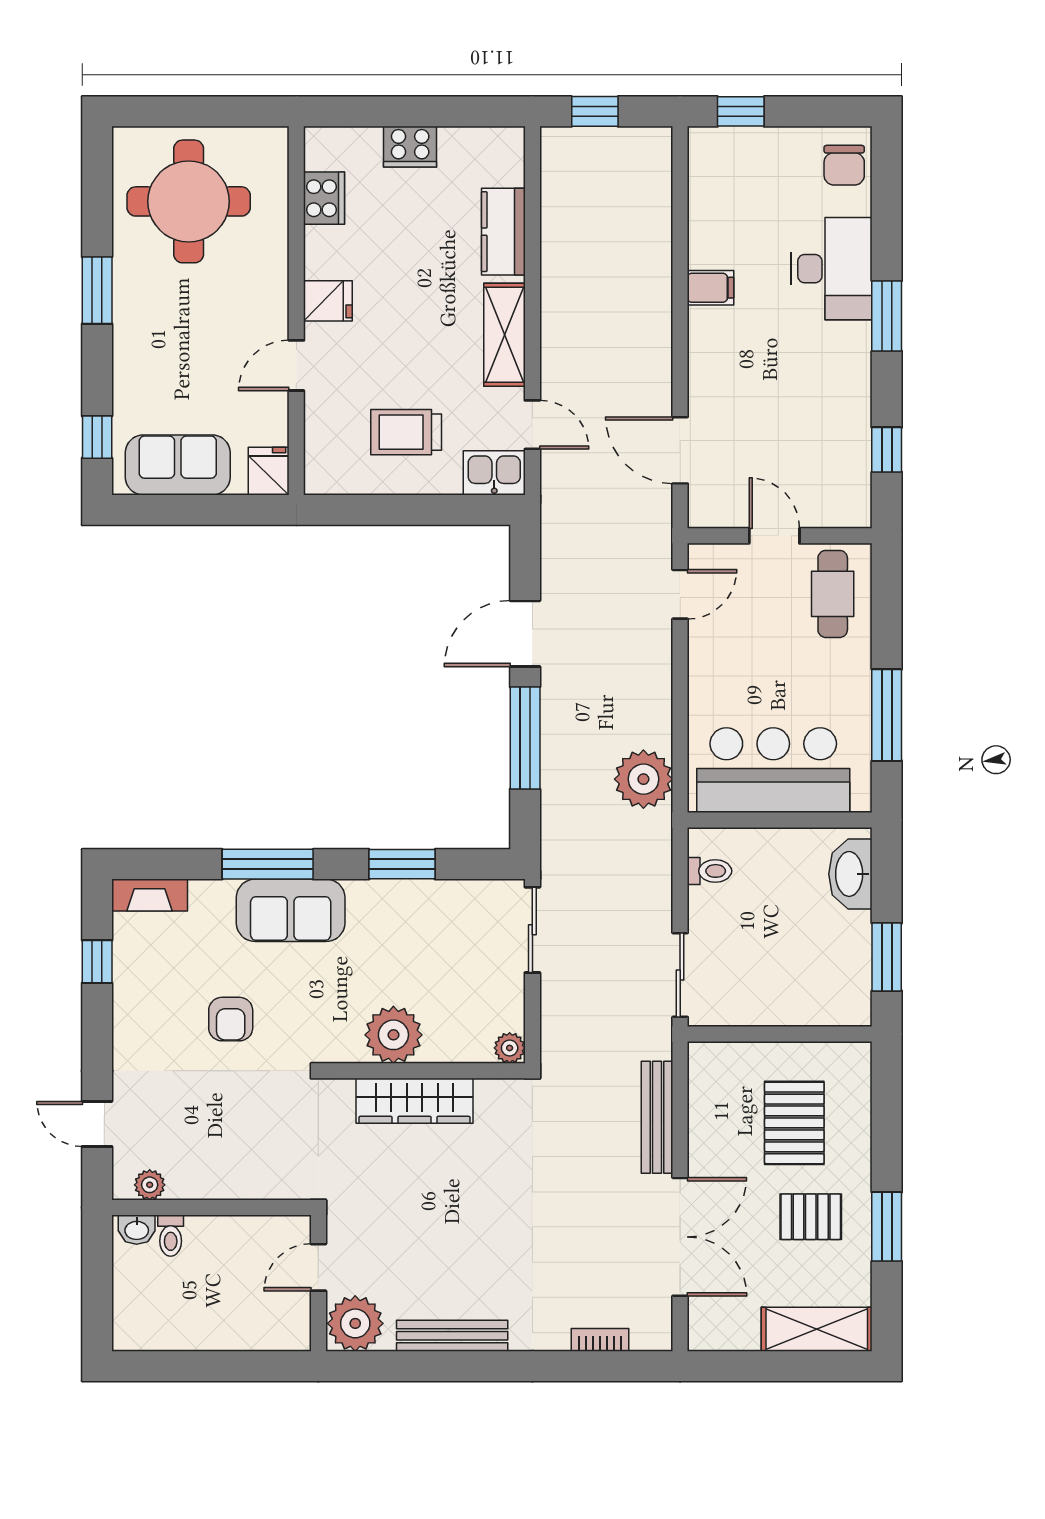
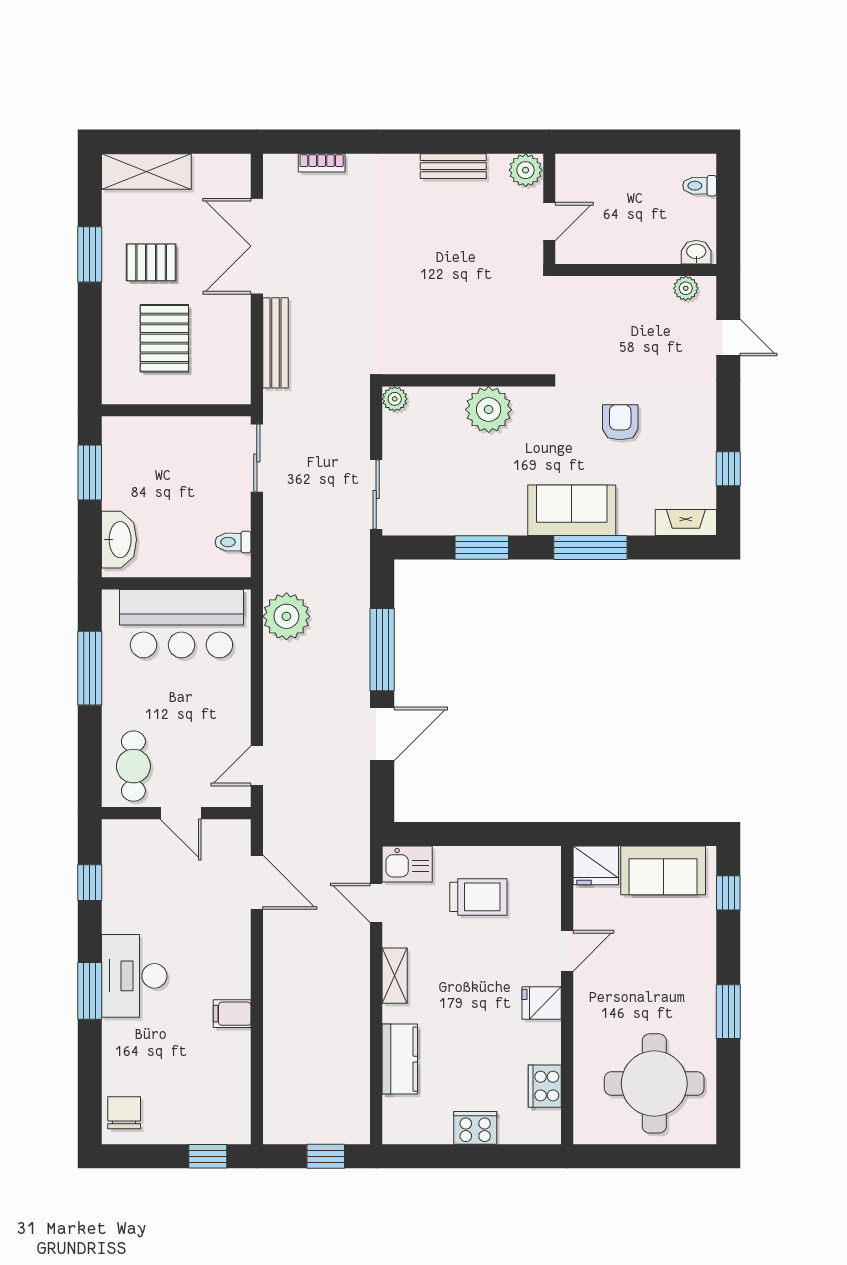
desk: (832, 269) -> (134, 976), moved
shelving: (504, 335) -> (395, 976), width x0.67, depth x0.75
fridge: (269, 471) -> (596, 865), width x1.38
wardrobe: (414, 1101) -> (472, 356), removed
toilet: (171, 1236) -> (700, 186), moved, turned -90
plant: (355, 1323) -> (526, 170), width x0.73, depth x0.73
bench: (452, 1336) -> (453, 166), width x0.73

